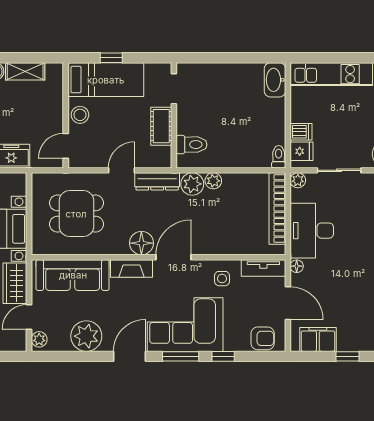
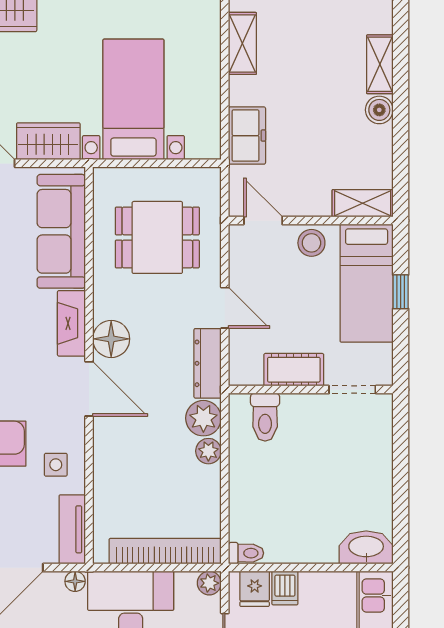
shelving: (25, 71) -> (363, 203), moved, turned 90
dining table: (76, 214) -> (157, 237), turned 90

